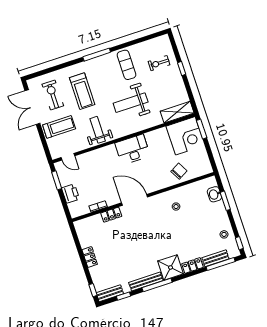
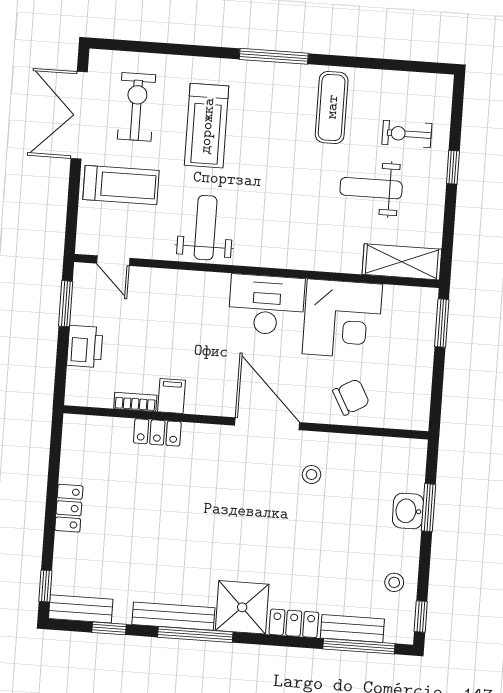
weight bench: (131, 103) -> (371, 188), moved, width x0.73, depth x0.75
corner desk: (185, 136) -> (342, 319), moved
washbasin: (214, 194) -> (408, 511), moved
filing cabinet: (111, 199) -> (171, 396), added
door: (135, 200) -> (267, 424), moved

